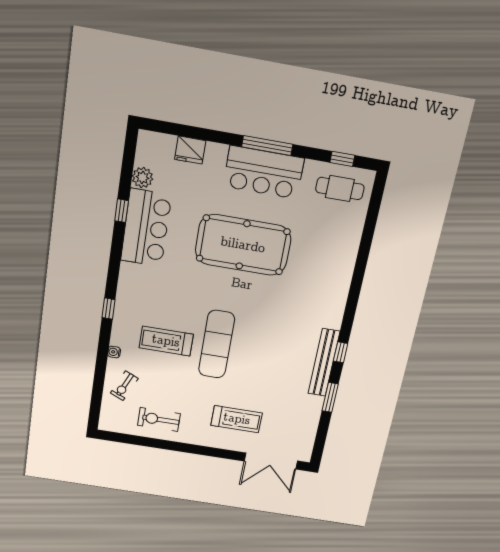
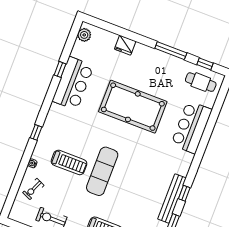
window: (267, 146) -> (171, 51), moved
fridge: (190, 150) -> (125, 45), moved
bar counter: (264, 172) -> (191, 127), moved, turned 90
plant: (142, 178) -> (84, 35), moved
treadmill: (166, 341) -> (69, 162), turned 180

